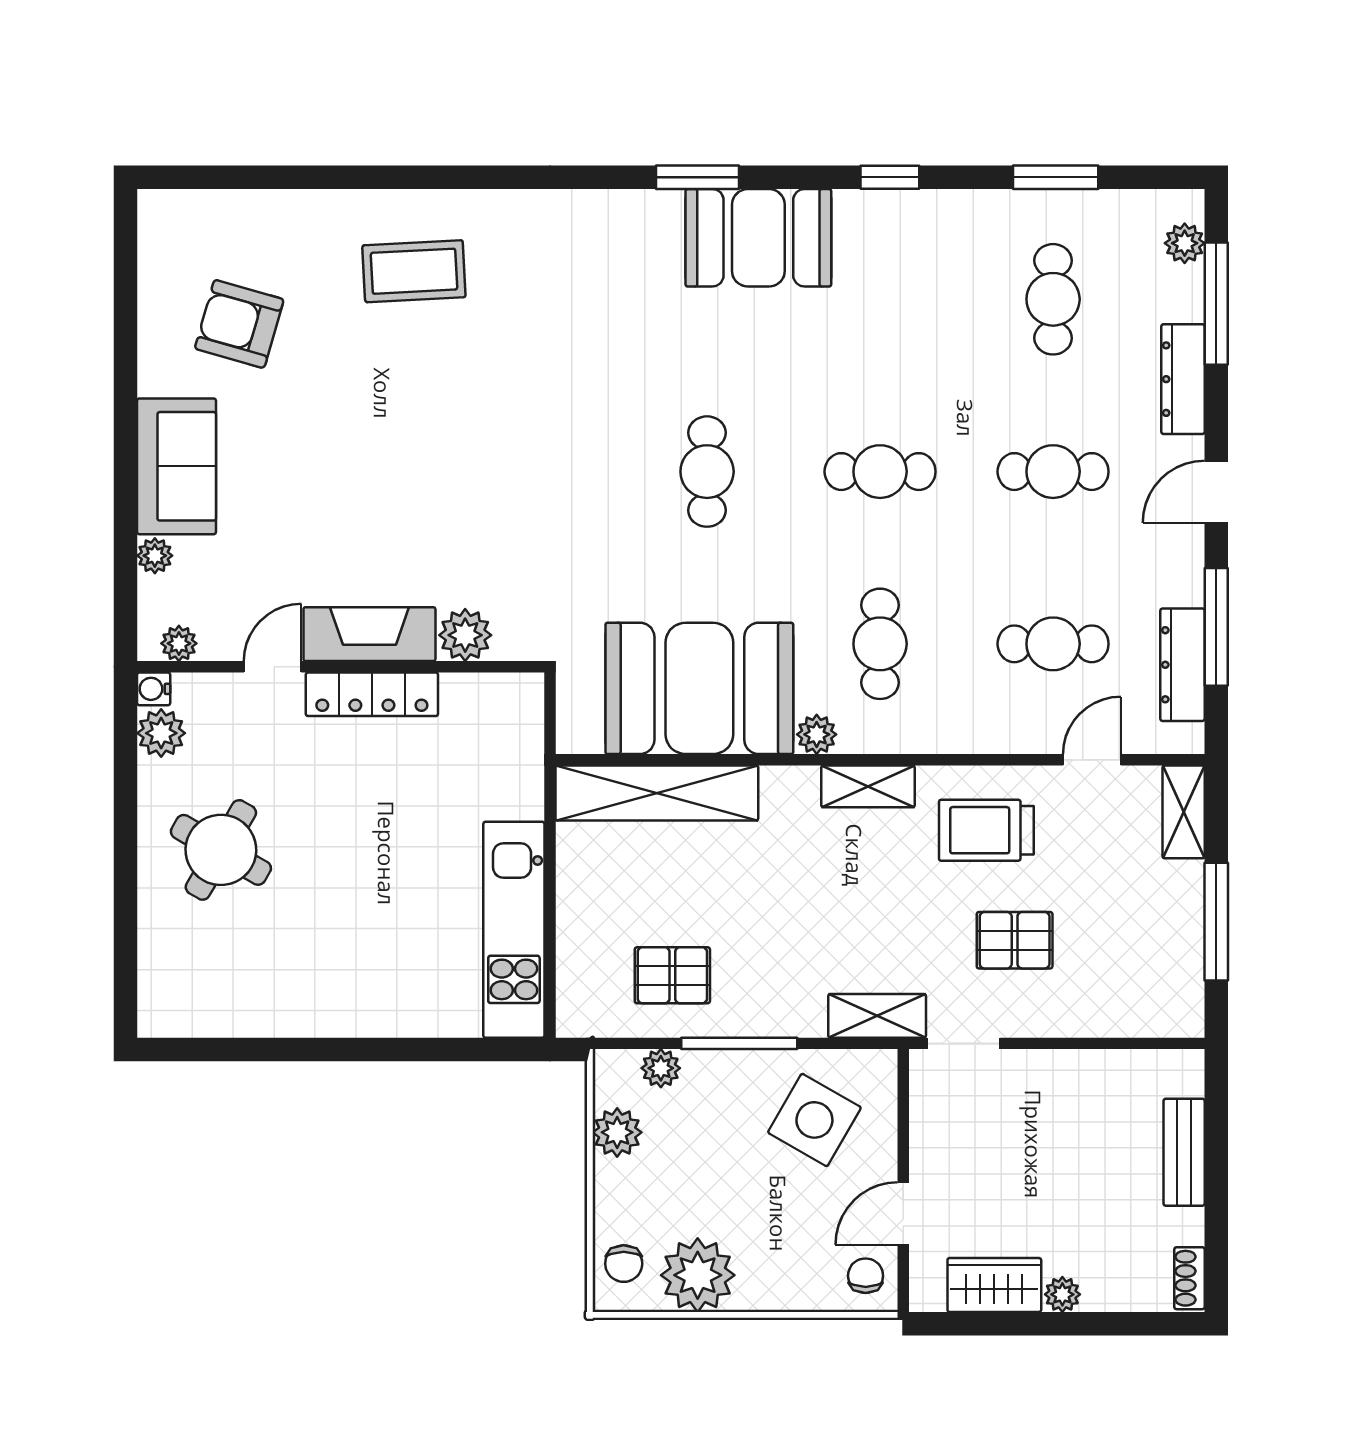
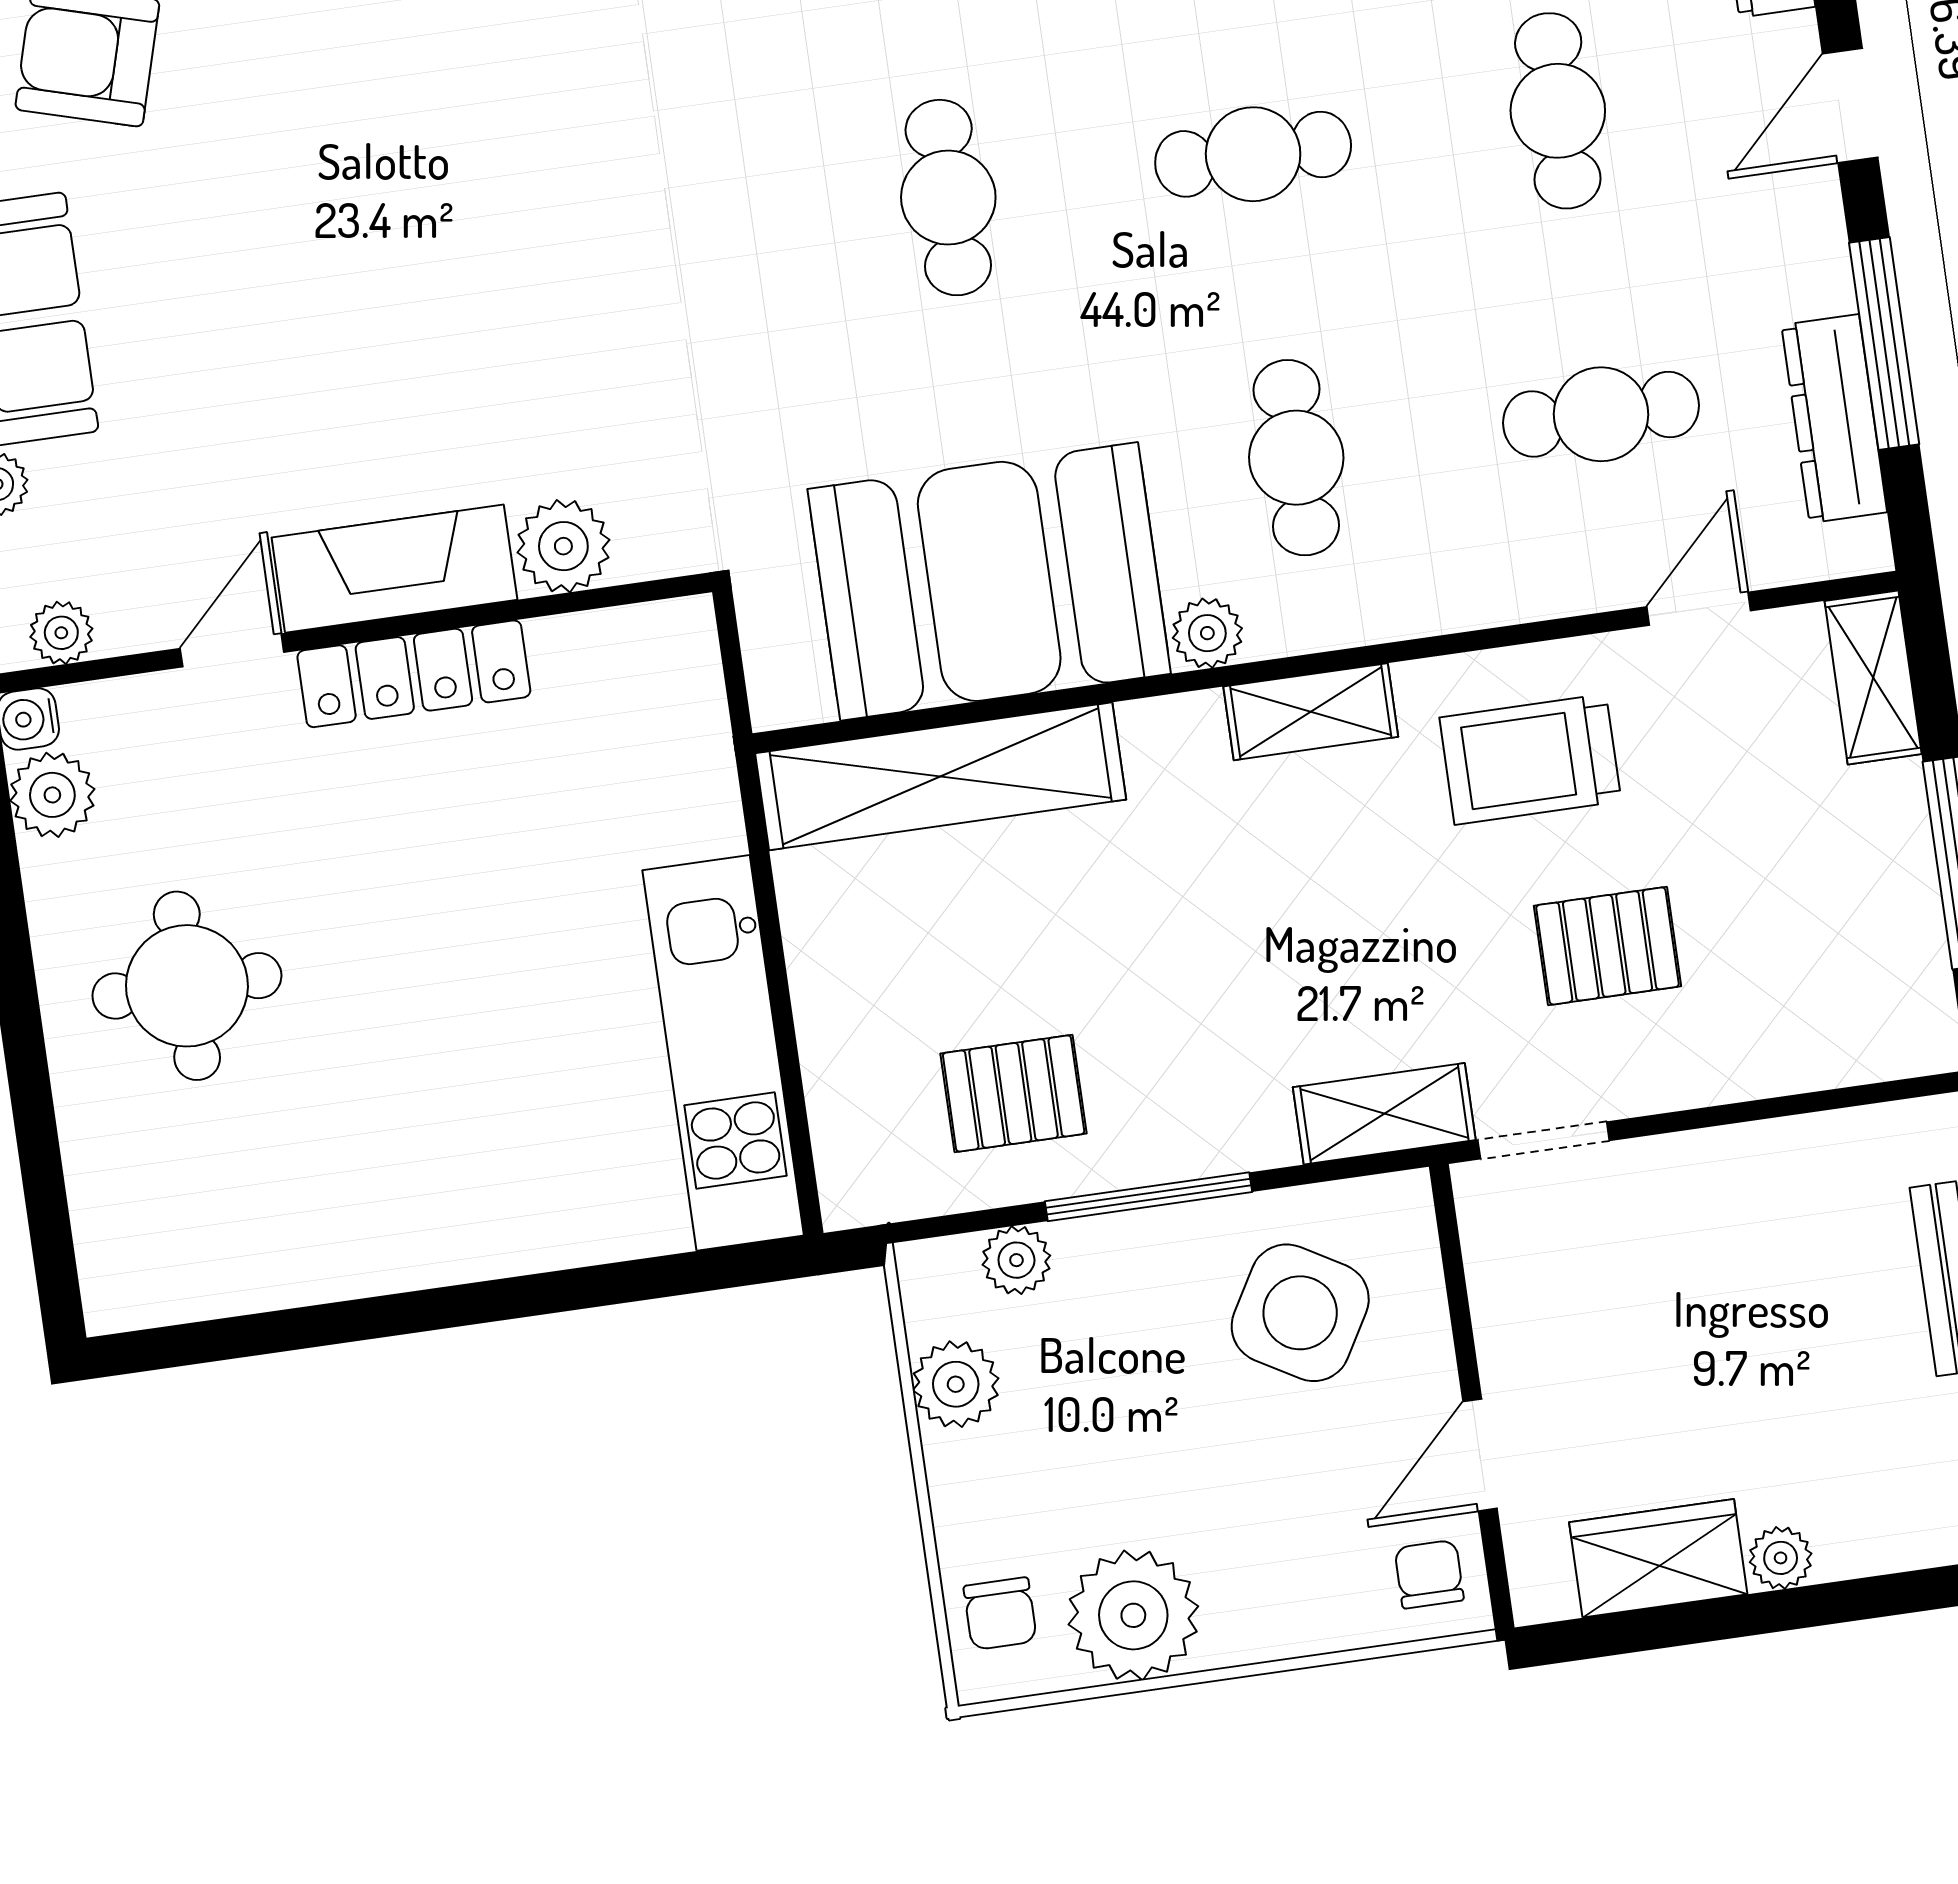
cafe table: (1053, 472) -> (1558, 111), turned 90
round table: (221, 850) -> (187, 986), turned -30

